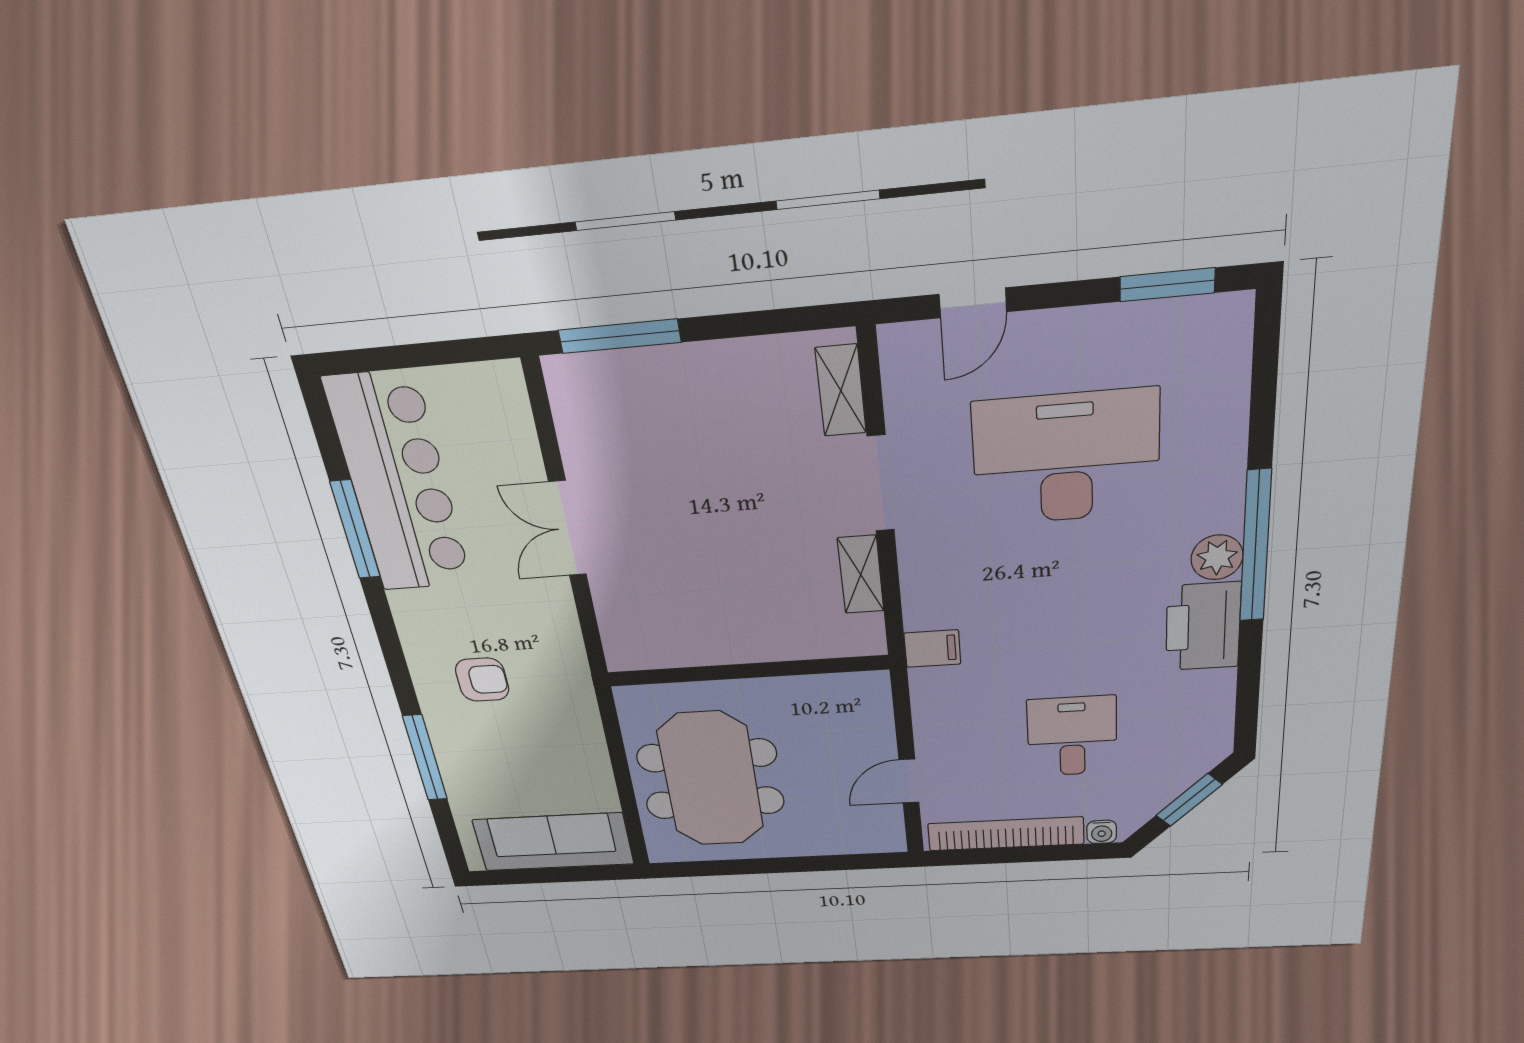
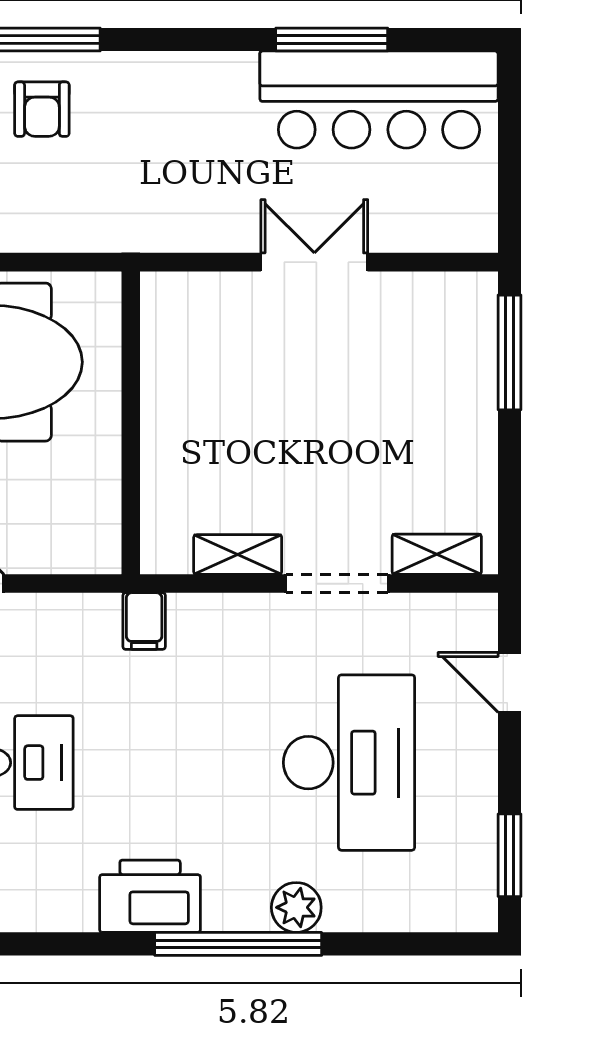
plant: (1217, 557) -> (296, 907), moved
armchair: (482, 680) -> (42, 109), moved

